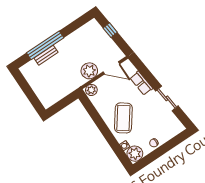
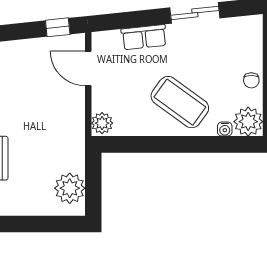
window: (110, 30) -> (58, 27), moved
door: (111, 68) -> (88, 68), swing flipped
plant: (89, 71) -> (70, 188), moved

